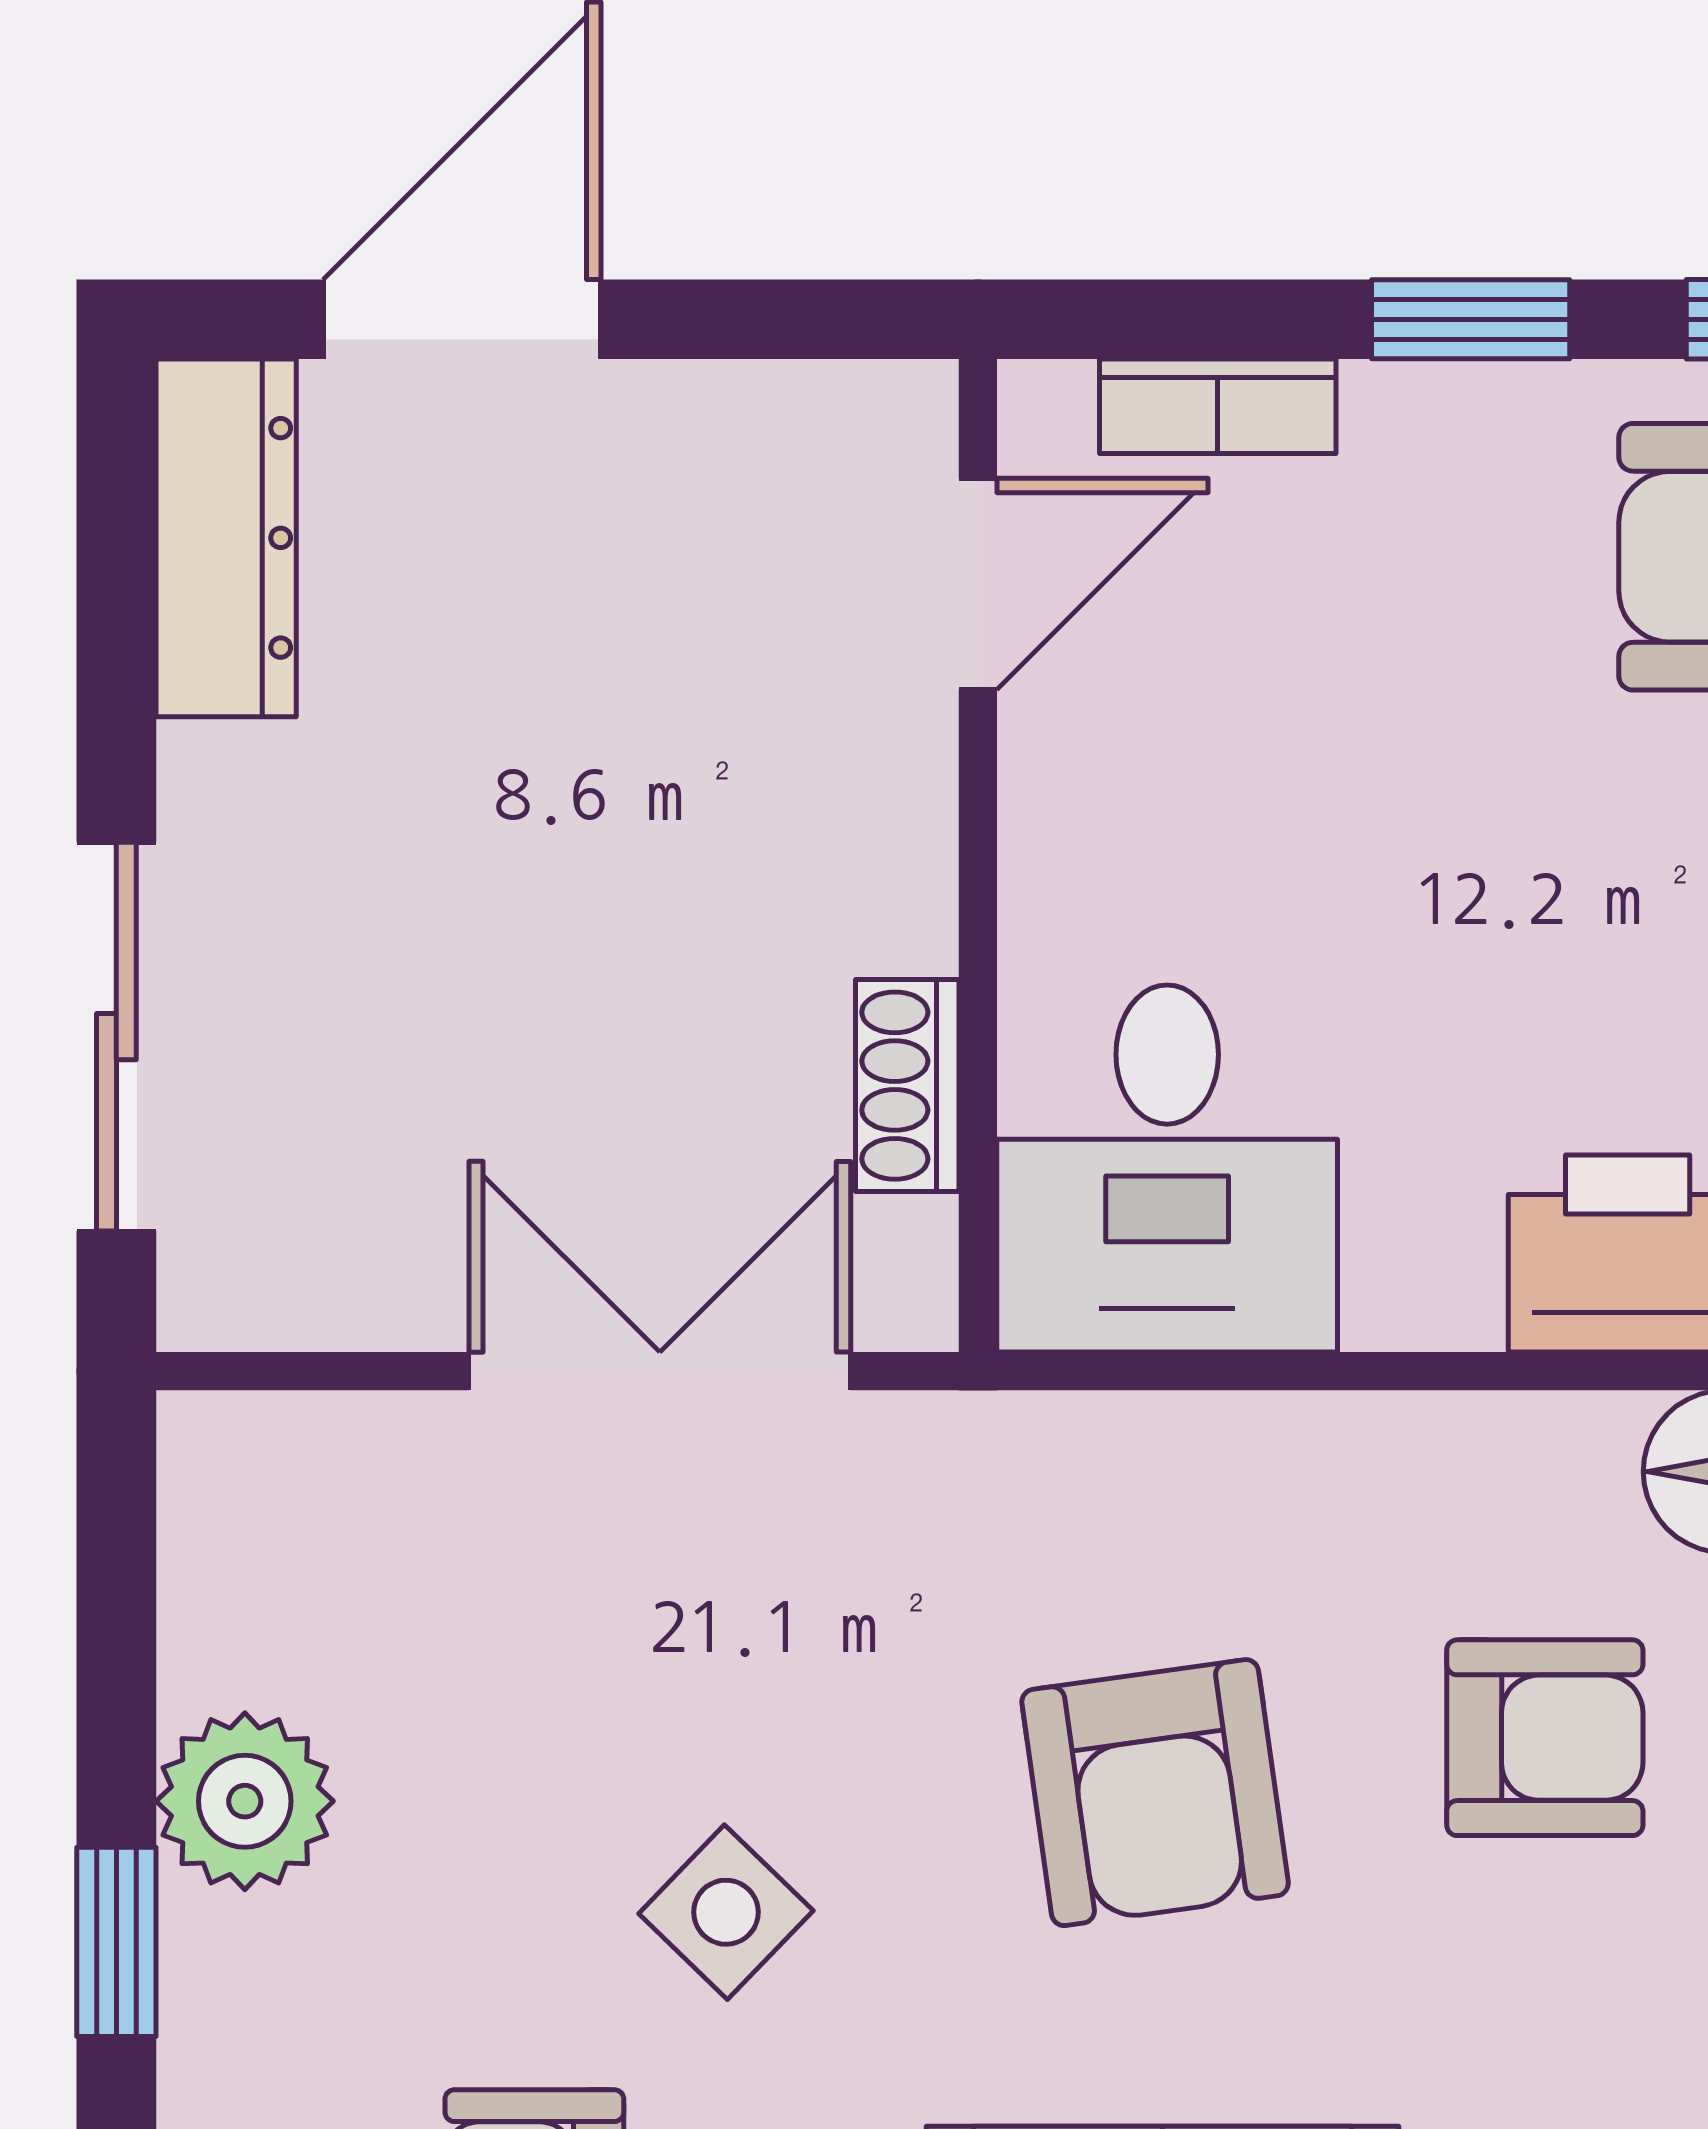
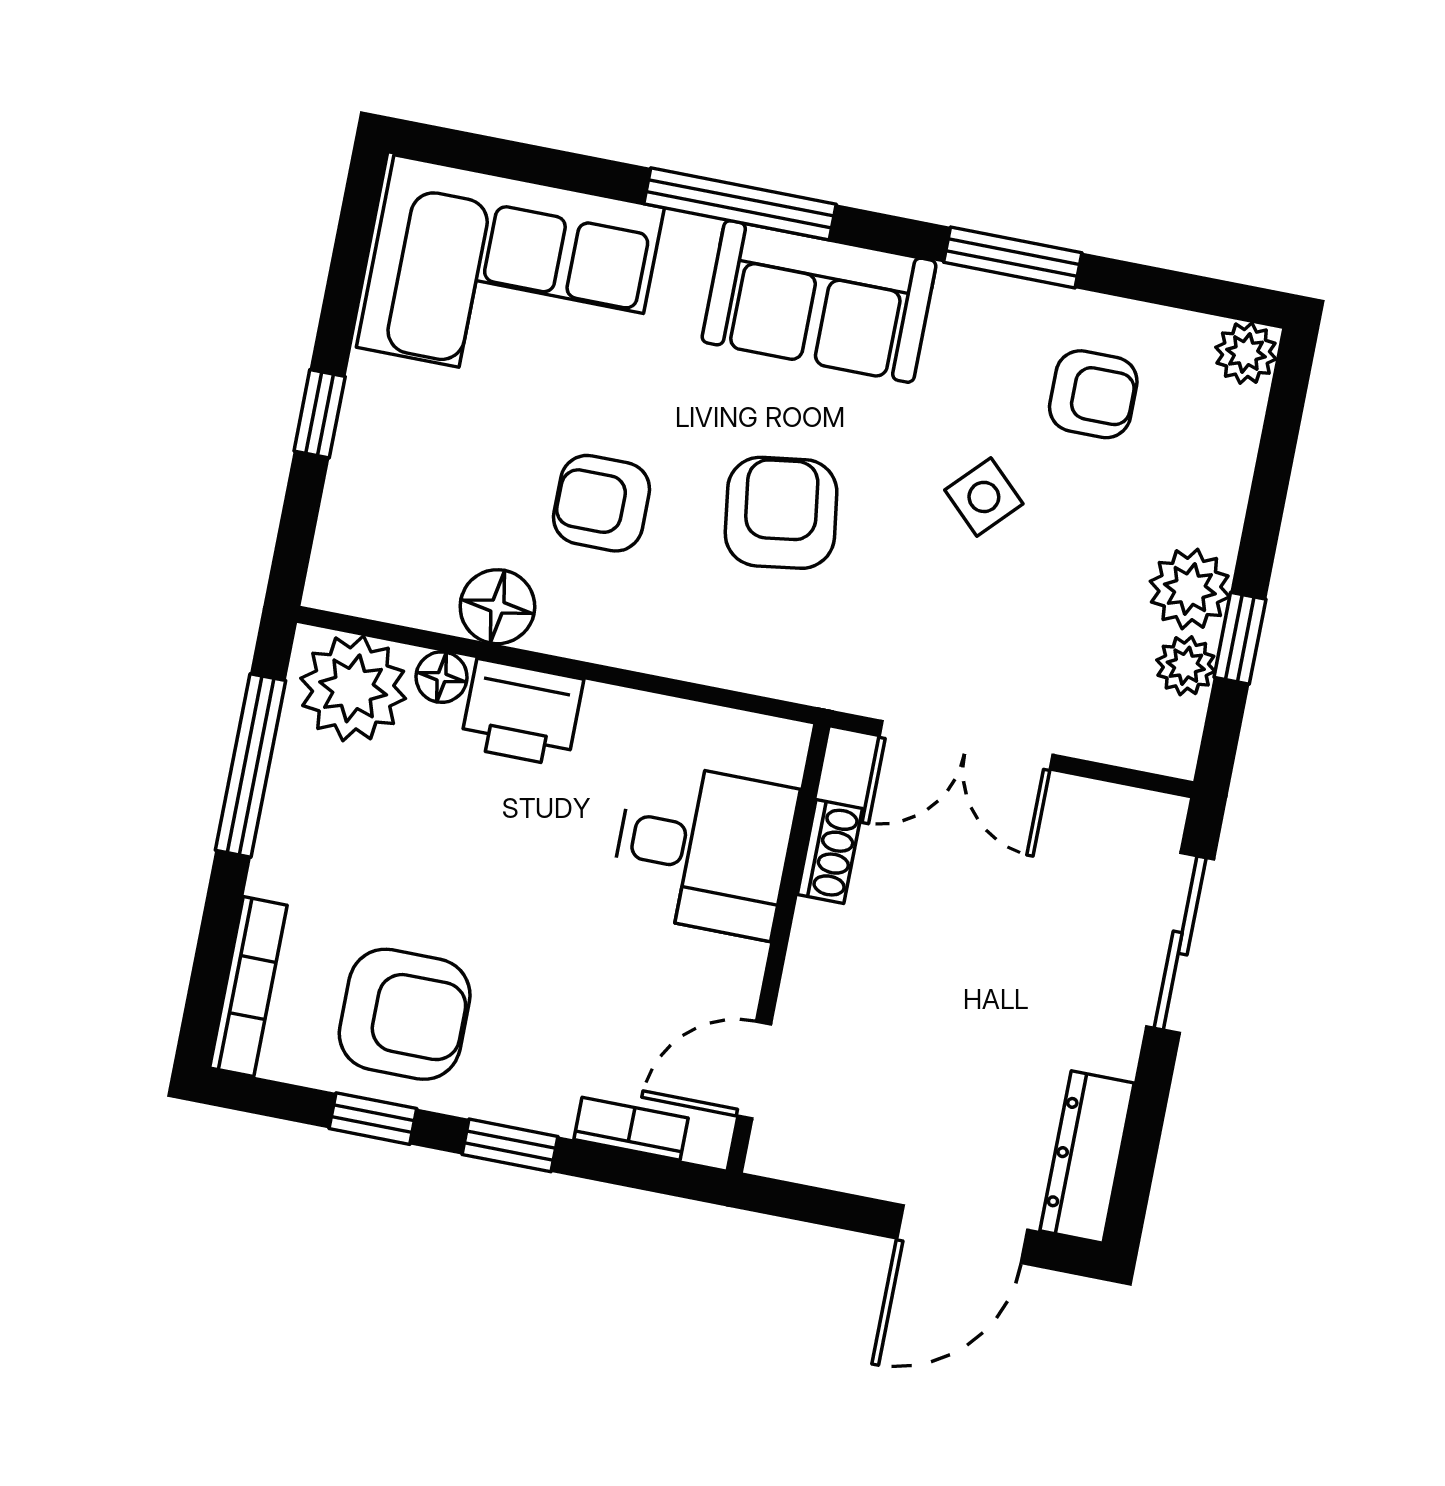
desk: (1167, 1168) -> (703, 849), moved, turned 90
plant: (221, 1635) -> (1186, 666), added
window: (116, 1942) -> (1240, 638), moved

